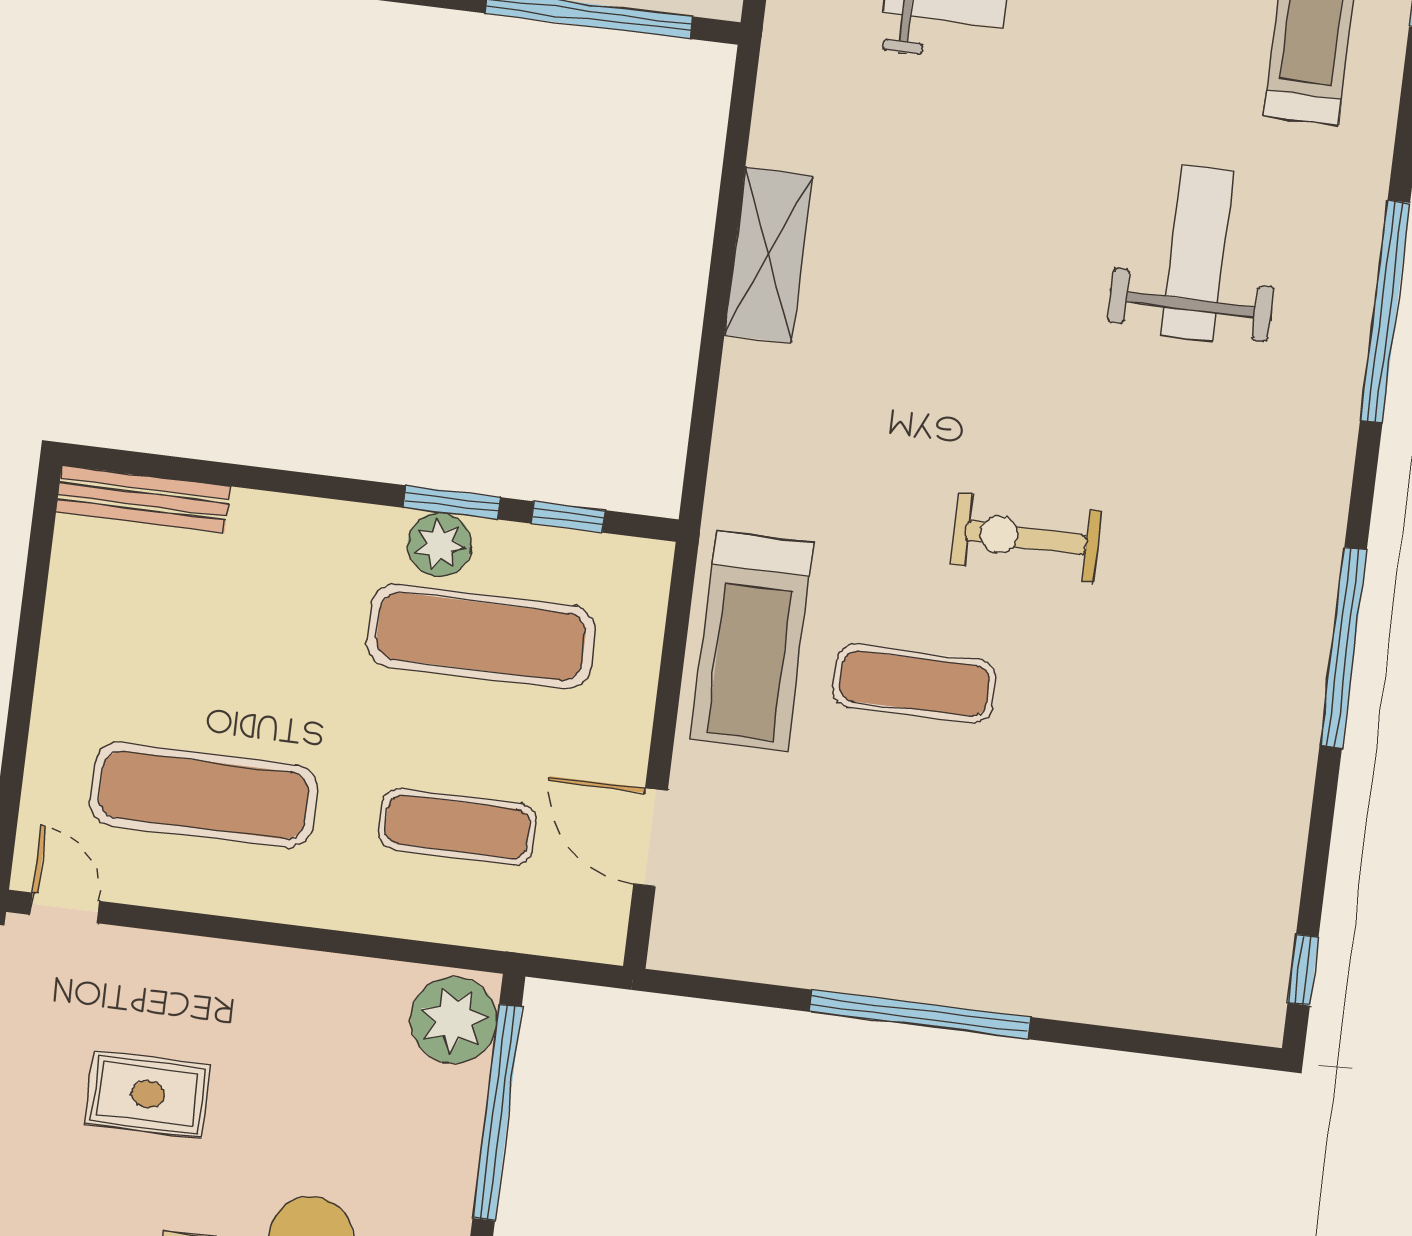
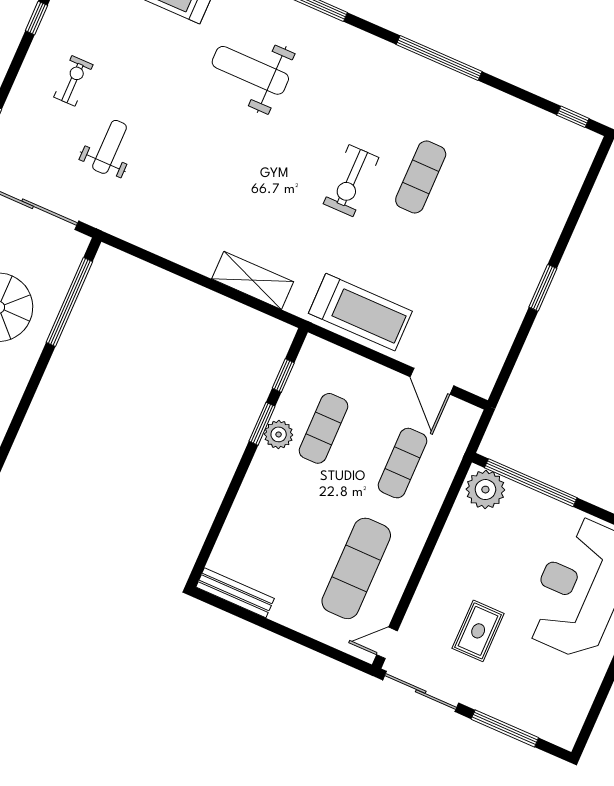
shelving: (768, 255) -> (253, 280), moved
bench: (143, 499) -> (235, 593), moved, turned 90
exercise mat: (481, 636) -> (323, 428), width x0.73, depth x0.69
exercise mat: (915, 683) -> (421, 177), moved
door: (650, 837) -> (432, 381), hinge flipped
window: (920, 1014) -> (543, 288), width x0.47

